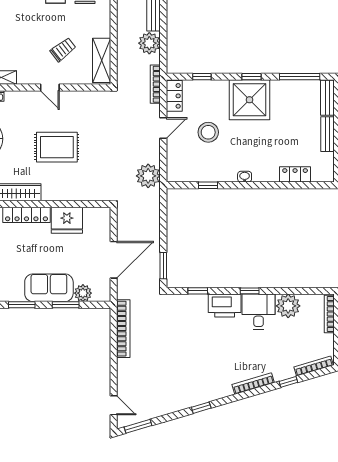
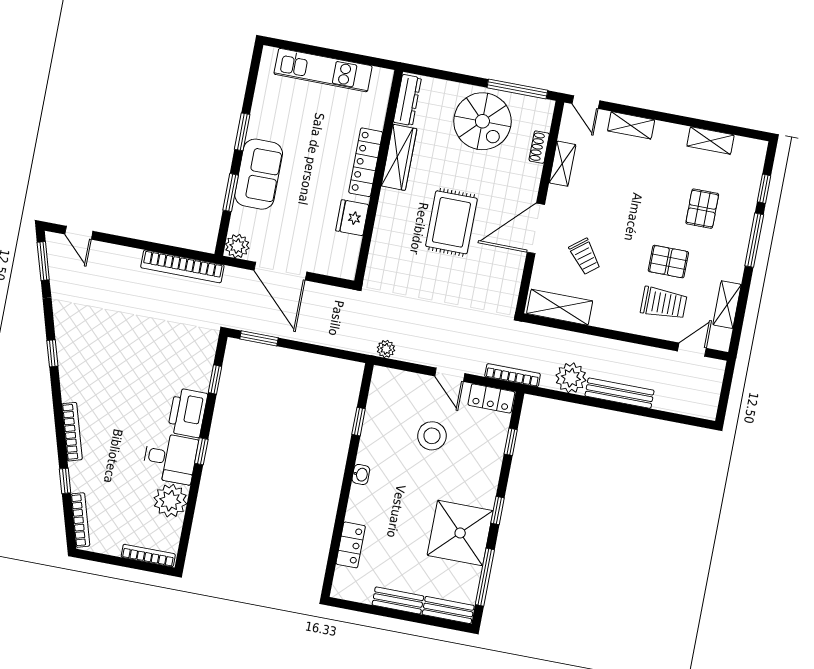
door: (50, 87) -> (536, 228), width x1.87
shower: (249, 100) -> (460, 533), moved
plant: (148, 176) -> (386, 349), width x0.53, depth x0.53
fridge: (67, 220) -> (352, 218), width x0.73, depth x0.75
plant: (83, 293) -> (237, 246), moved
door: (114, 405) -> (79, 233), hinge flipped

